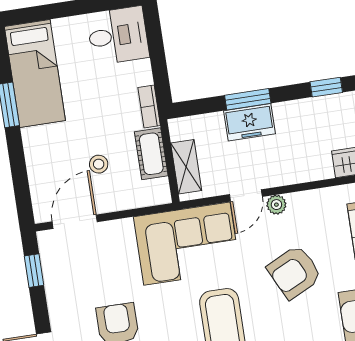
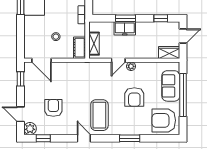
cot: (151, 154) -> (80, 48), moved
door: (75, 222) -> (42, 60), swing flipped
corner sofa: (187, 244) -> (89, 77), removed
armchair: (294, 272) -> (134, 97), turned -64

